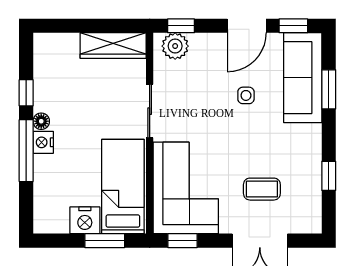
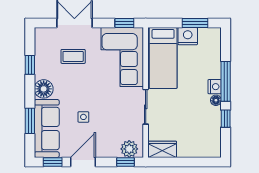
wardrobe: (113, 46) -> (162, 149), width x0.67
floor lamp: (307, 139) -> (44, 89), added
window: (105, 241) -> (195, 23), moved

